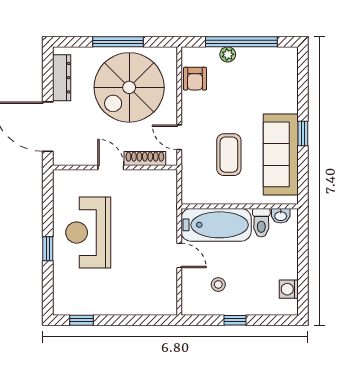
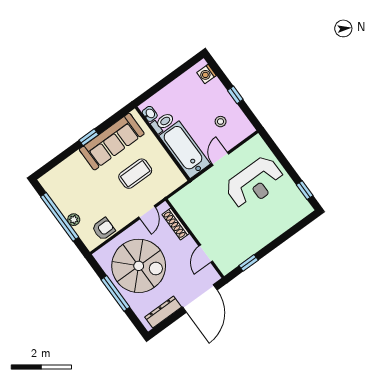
door: (111, 167) -> (206, 254), moved
reception desk: (88, 233) -> (255, 183), moved
window: (48, 249) -> (249, 263), moved
washing machine: (289, 289) -> (207, 74), moved, turned 90

